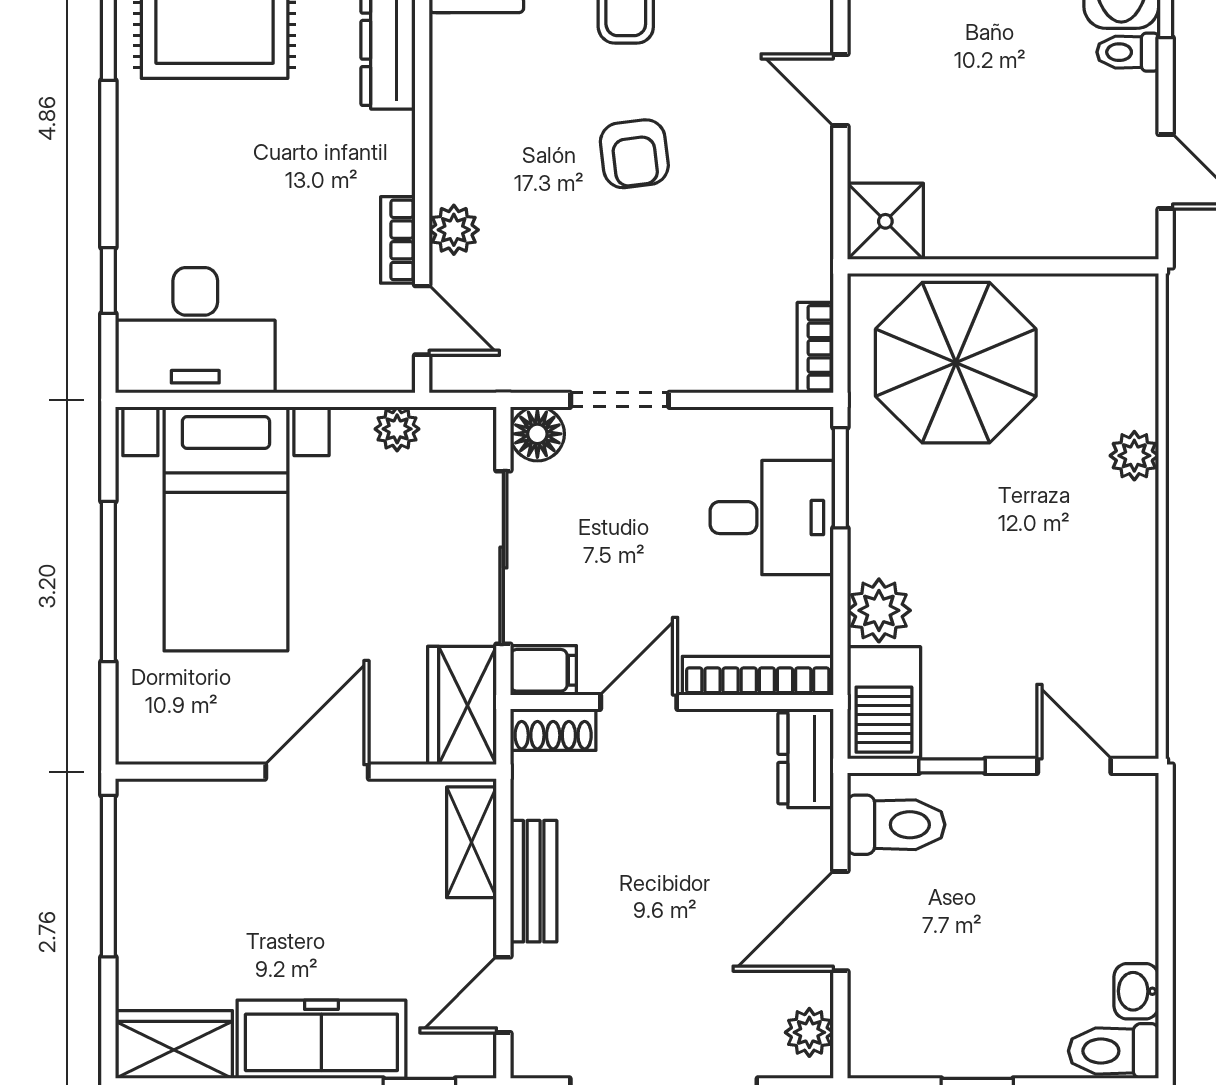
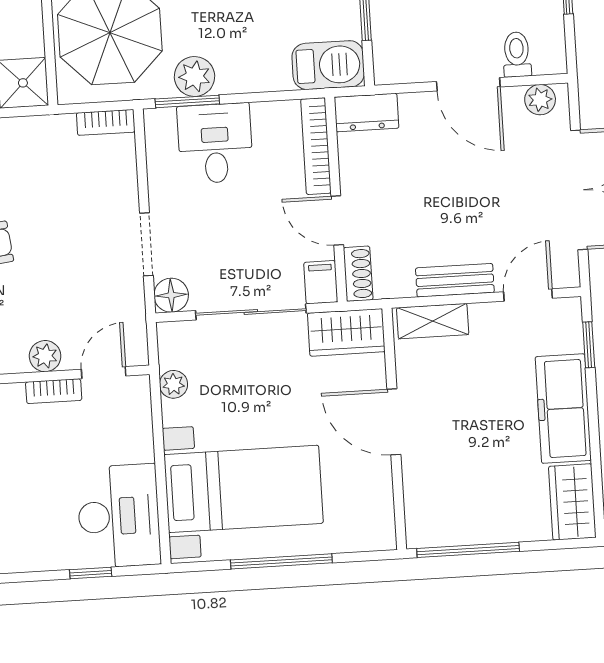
plant: (879, 610) -> (194, 76), moved
toilet: (896, 825) -> (517, 54), moved, width x0.73, depth x0.72
door: (503, 995) -> (528, 295), swing flipped

